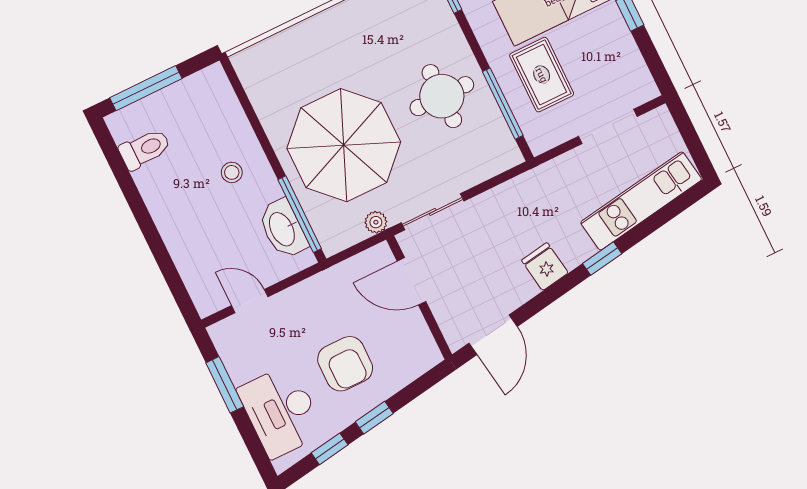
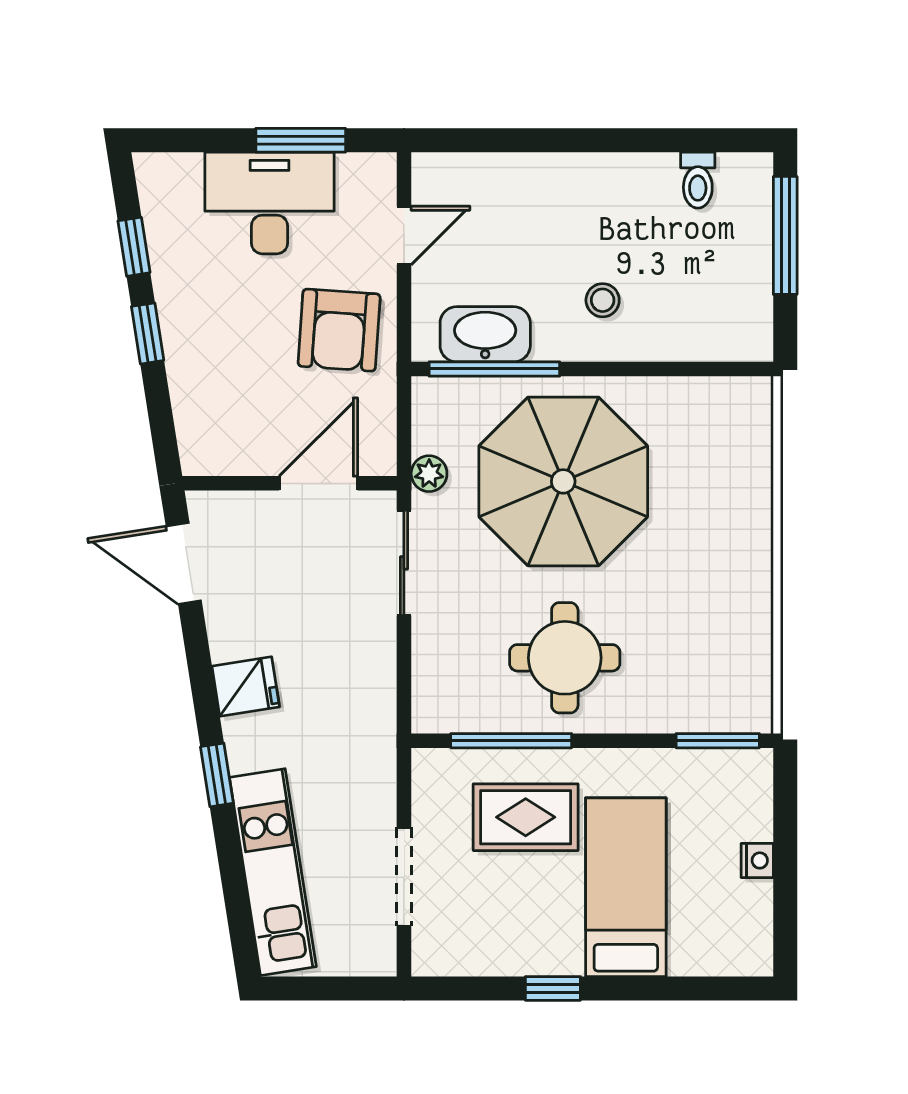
toilet: (145, 149) -> (698, 180), width x0.73, depth x0.72
armchair: (345, 364) -> (339, 330), moved, turned -86
desk: (281, 411) -> (270, 203), moved

